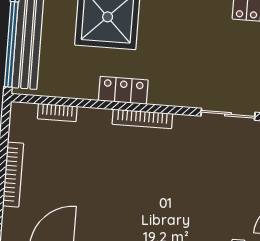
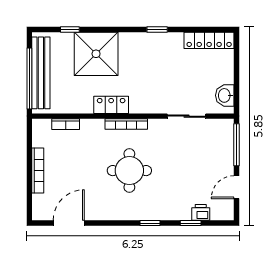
round table: (142, 185) -> (129, 171), added

